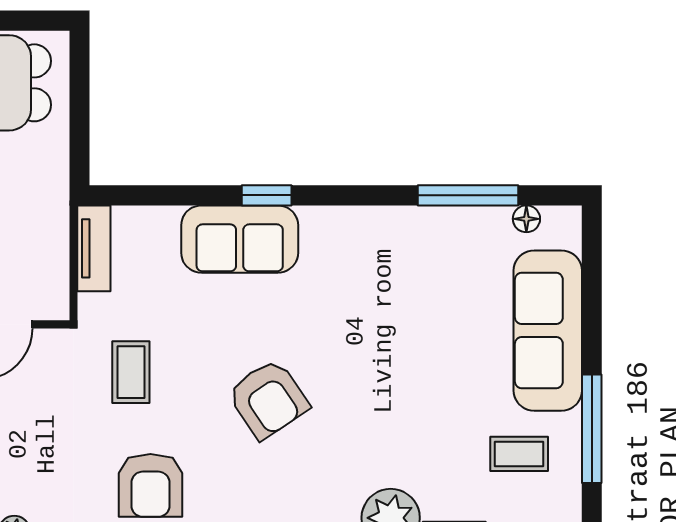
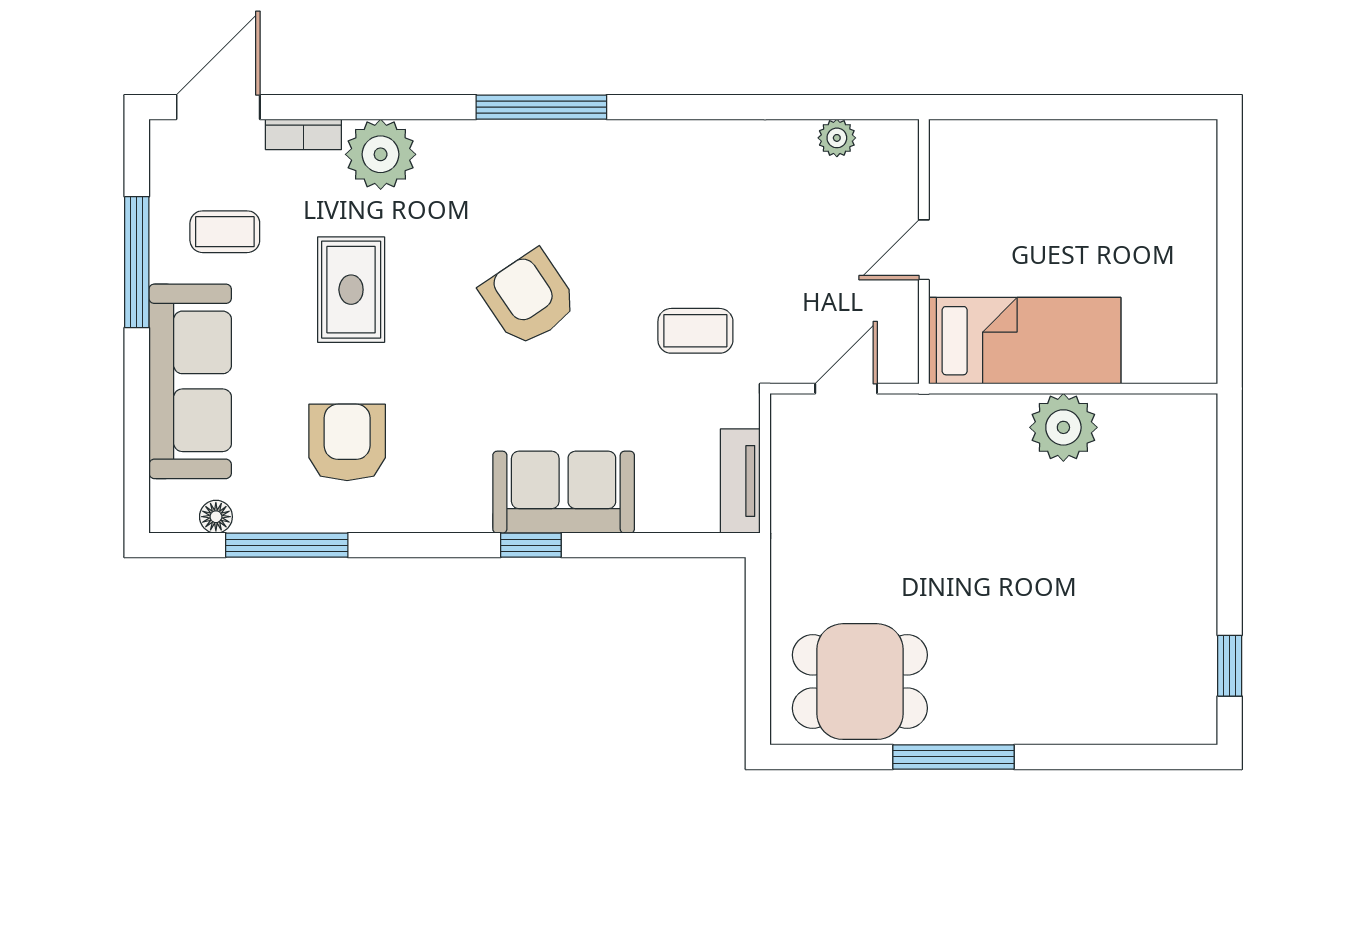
coffee table: (131, 372) -> (695, 331), turned 90
rug: (415, 406) -> (351, 290), added
armchair: (150, 485) -> (347, 442), moved

